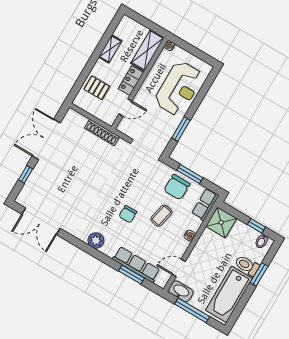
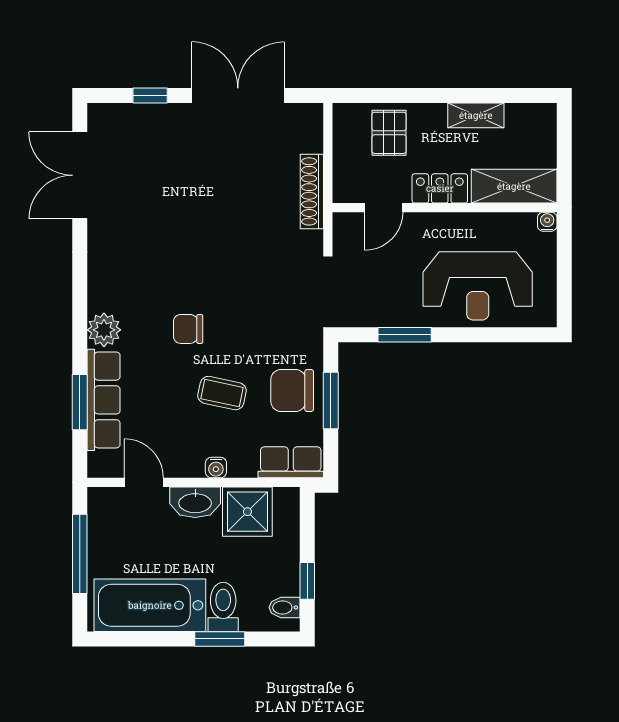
door: (125, 108) -> (384, 208), hinge flipped
shower: (221, 222) -> (247, 512), moved
plant: (96, 241) -> (104, 330), moved
washbasin: (181, 291) -> (195, 502), moved, turned 90

